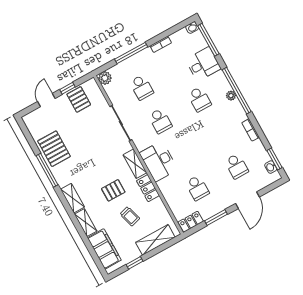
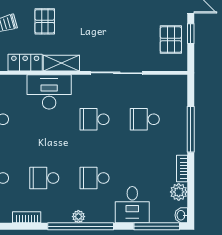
plant: (105, 78) -> (179, 192), moved
pallet: (79, 99) -> (171, 40), turned 90
school desk: (218, 133) -> (44, 178), added

